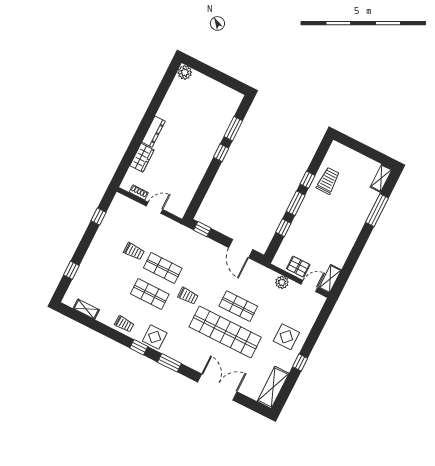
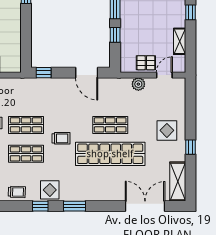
window: (361, 242) -> (191, 12), added
shelving: (330, 279) -> (180, 41), moved
double door: (217, 387) -> (145, 206), moved

